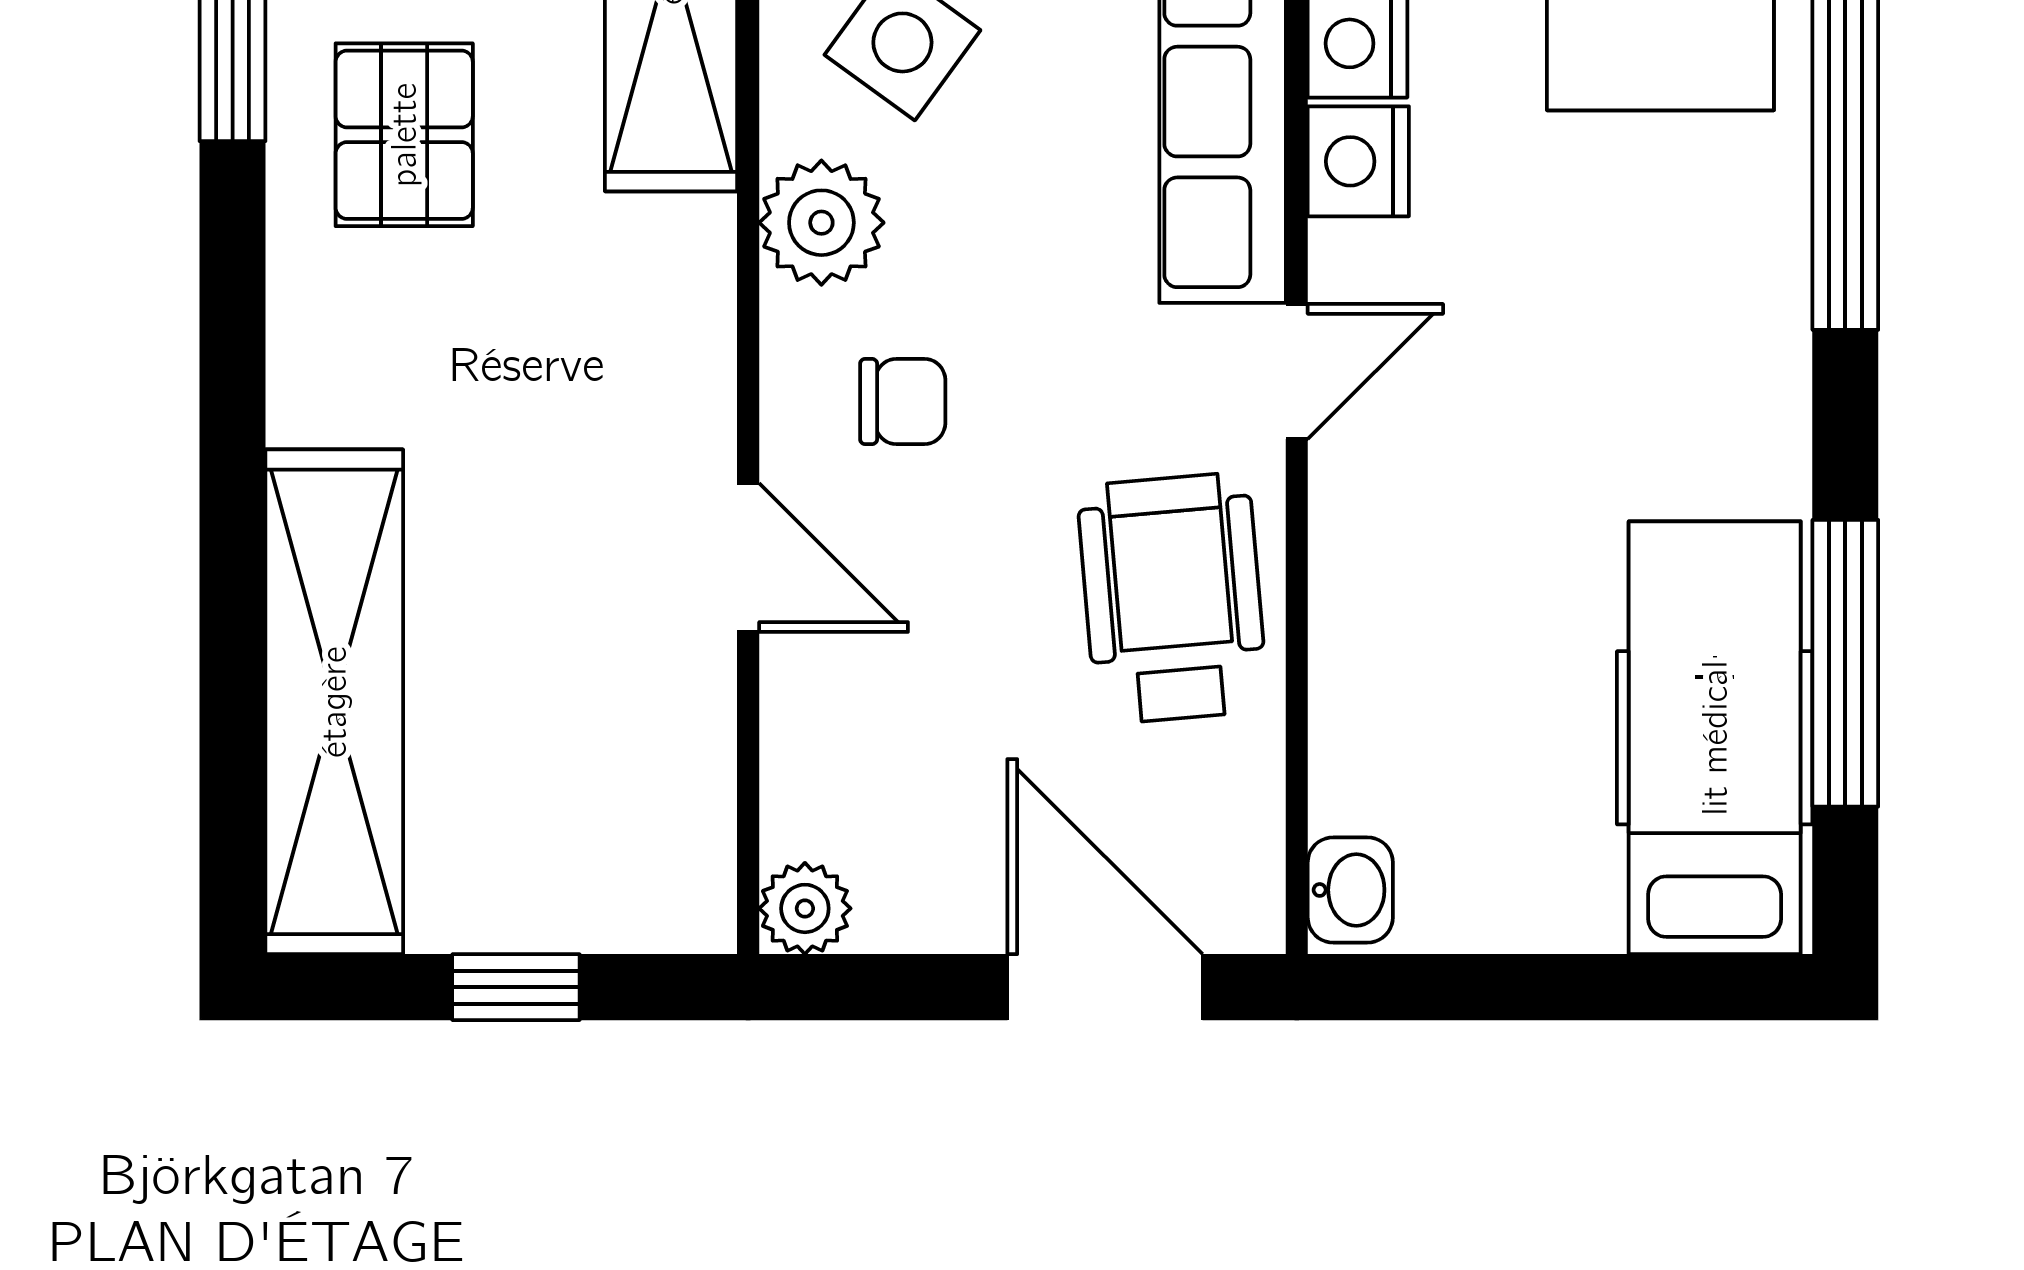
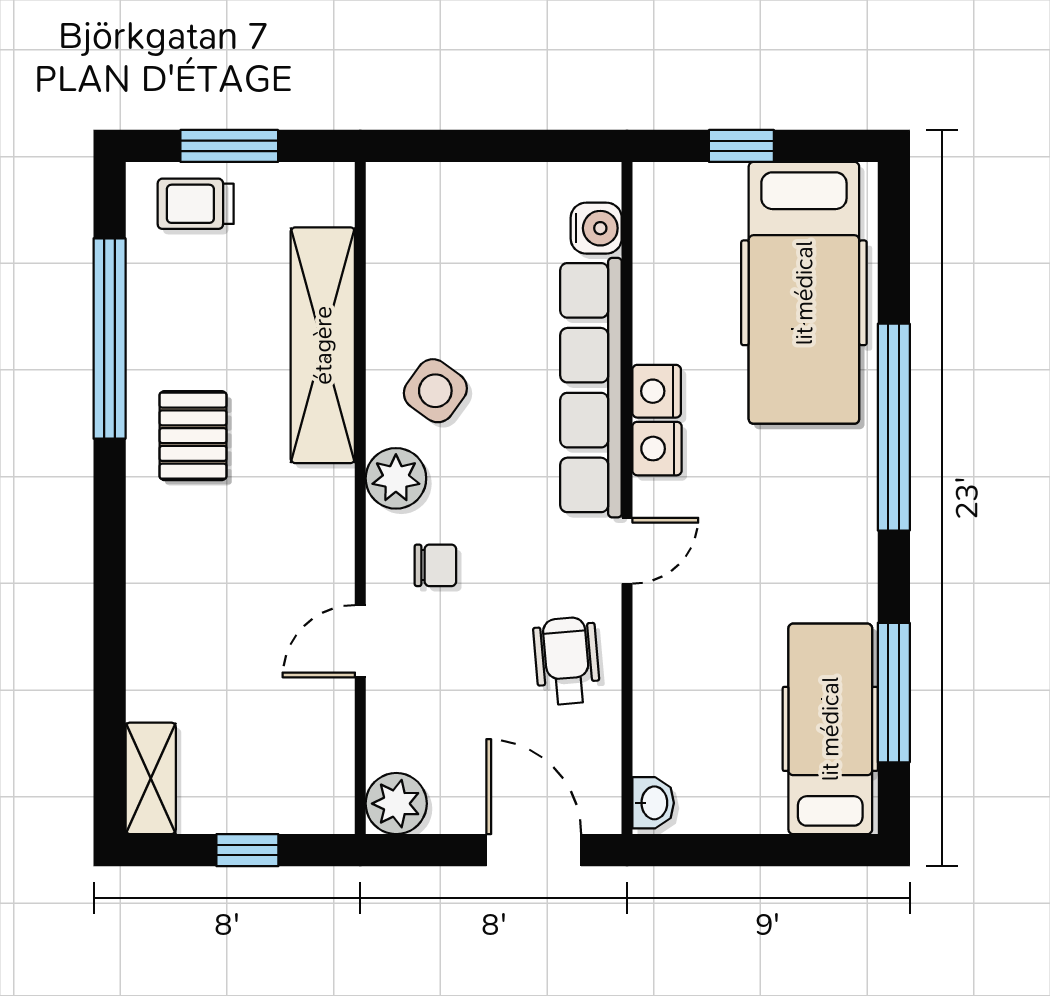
door: (748, 558) -> (360, 641), swing flipped
wheelchair: (1173, 598) -> (567, 661), width x0.73, depth x0.73
shelving: (334, 702) -> (151, 778), width x0.45, depth x0.75
plant: (805, 908) -> (396, 804), width x1.38, depth x1.38

